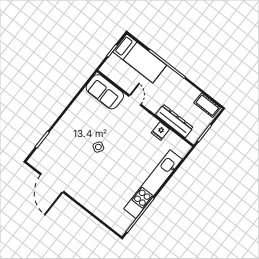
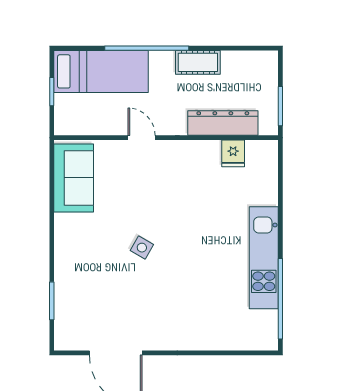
sofa: (105, 92) -> (74, 178), moved, turned -90
cot: (207, 105) -> (198, 62), moved
fridge: (160, 131) -> (233, 153), moved
kitchen unit: (153, 184) -> (264, 258), width x0.73

